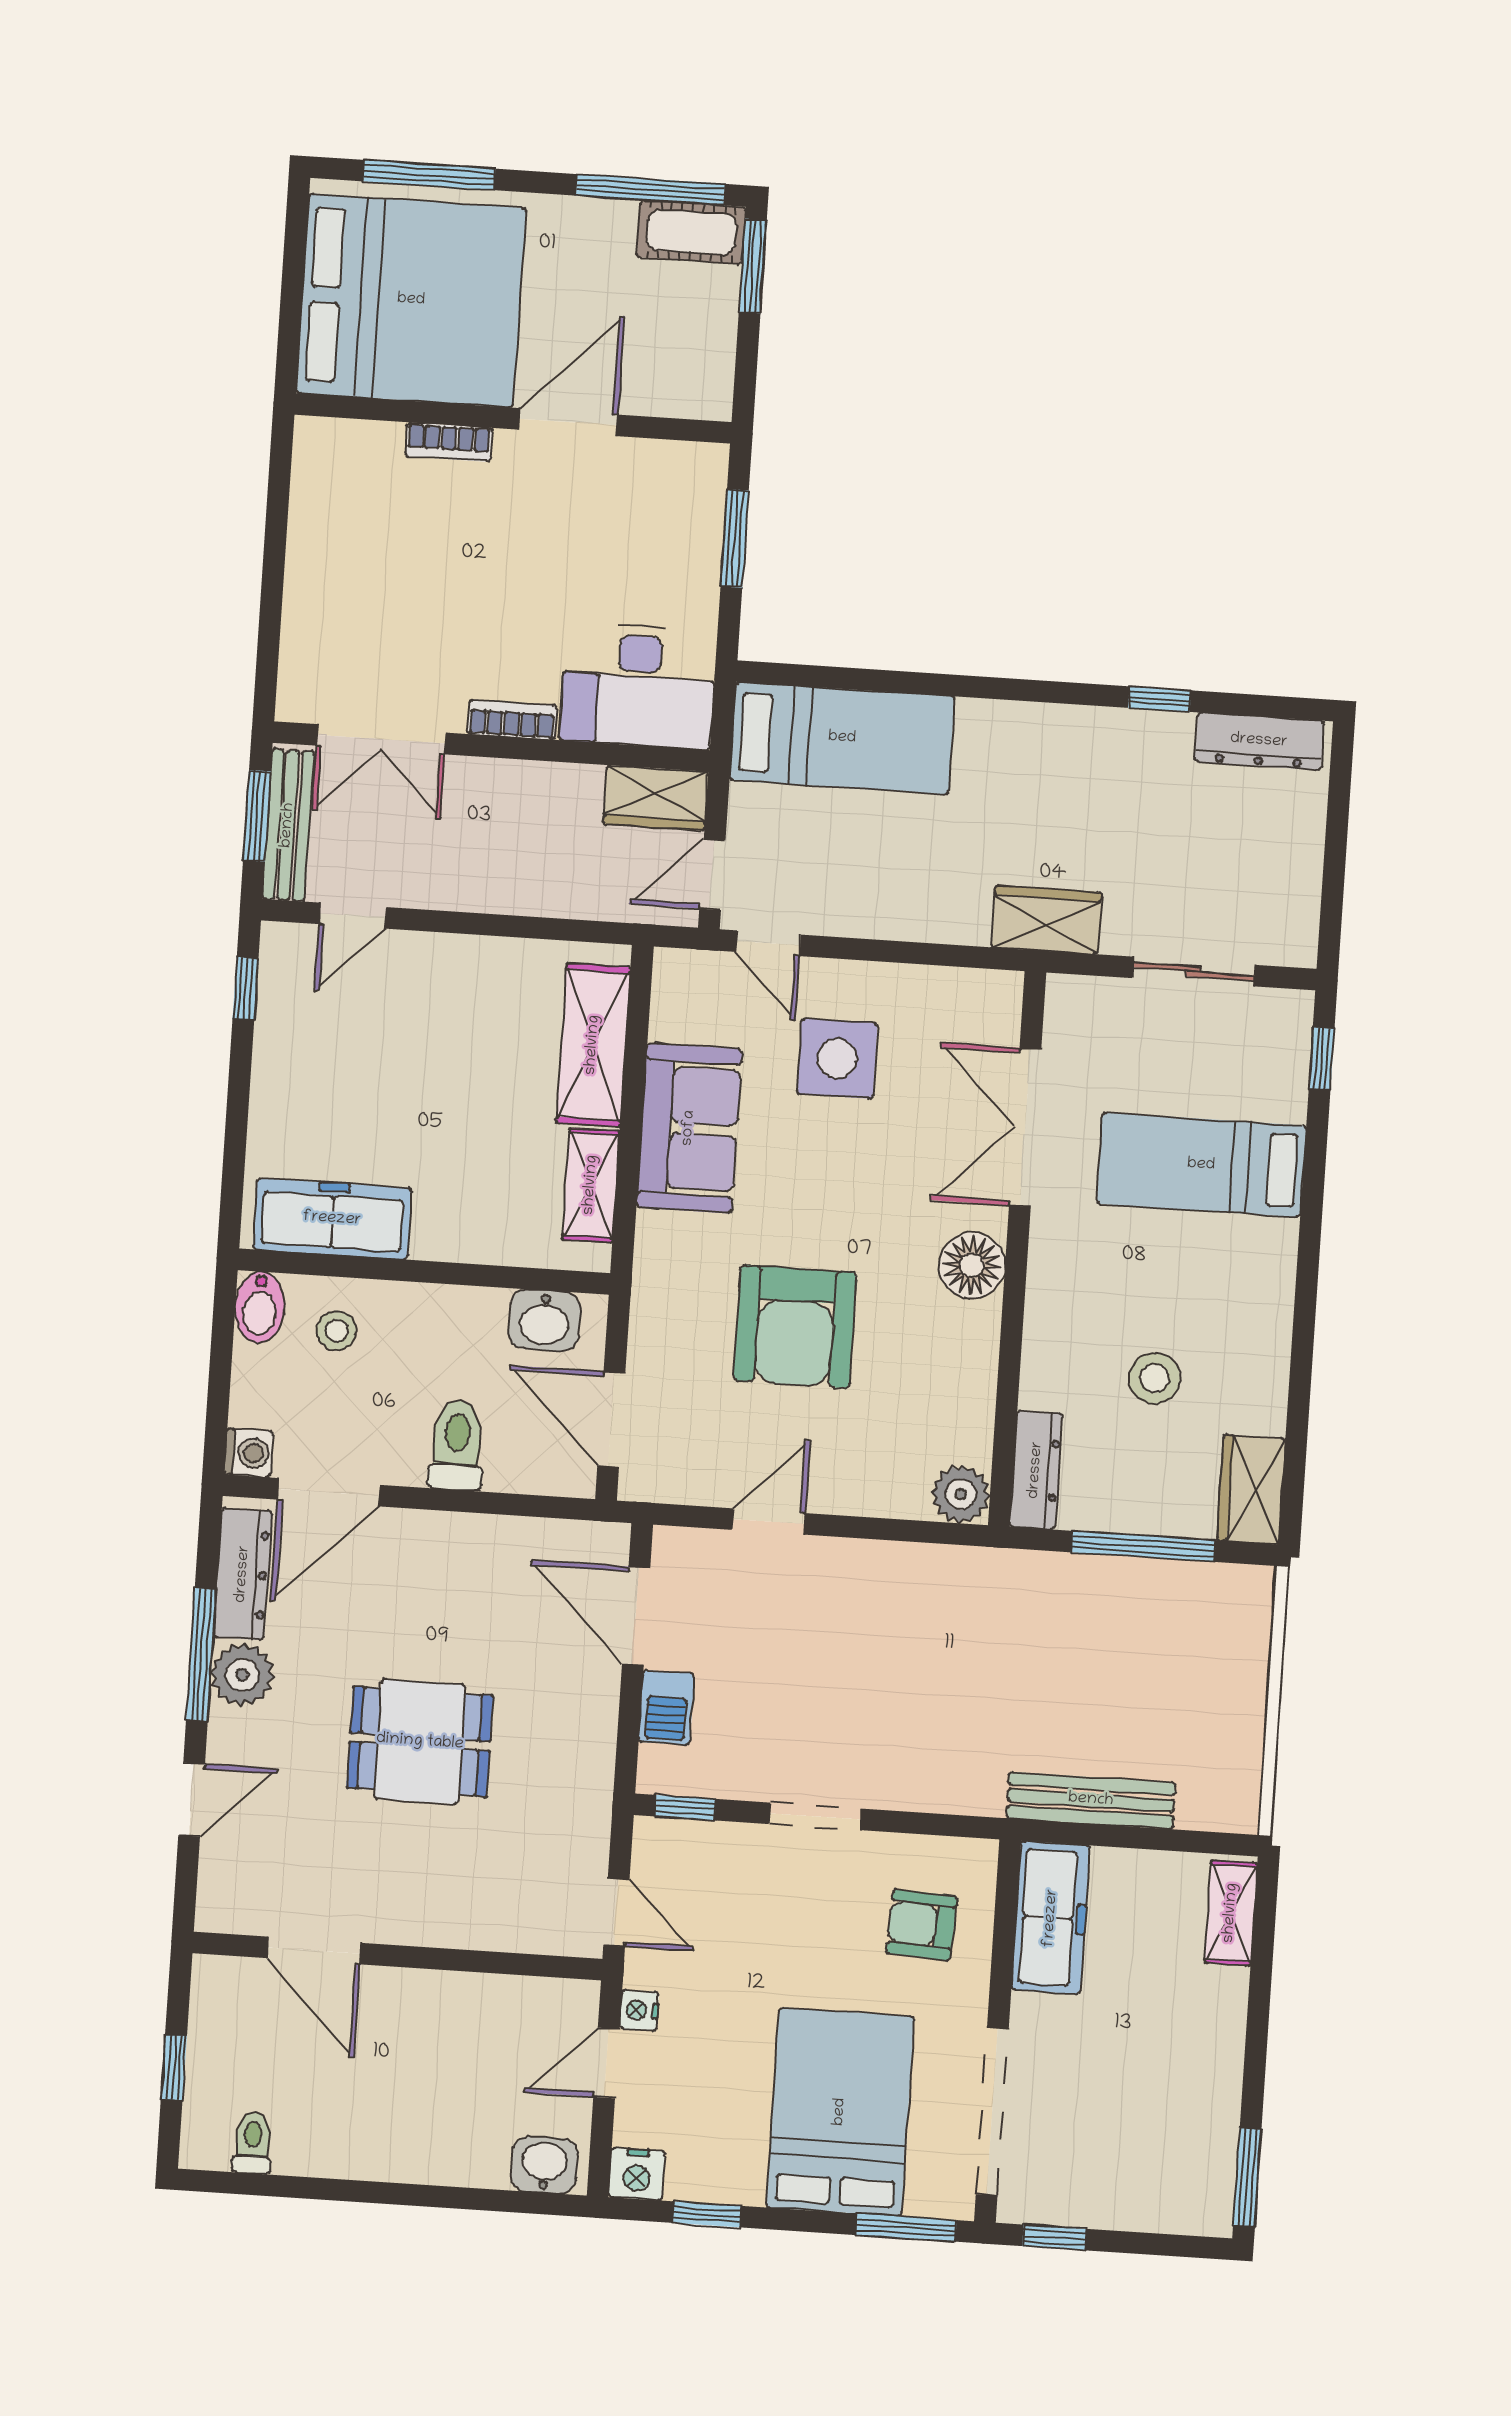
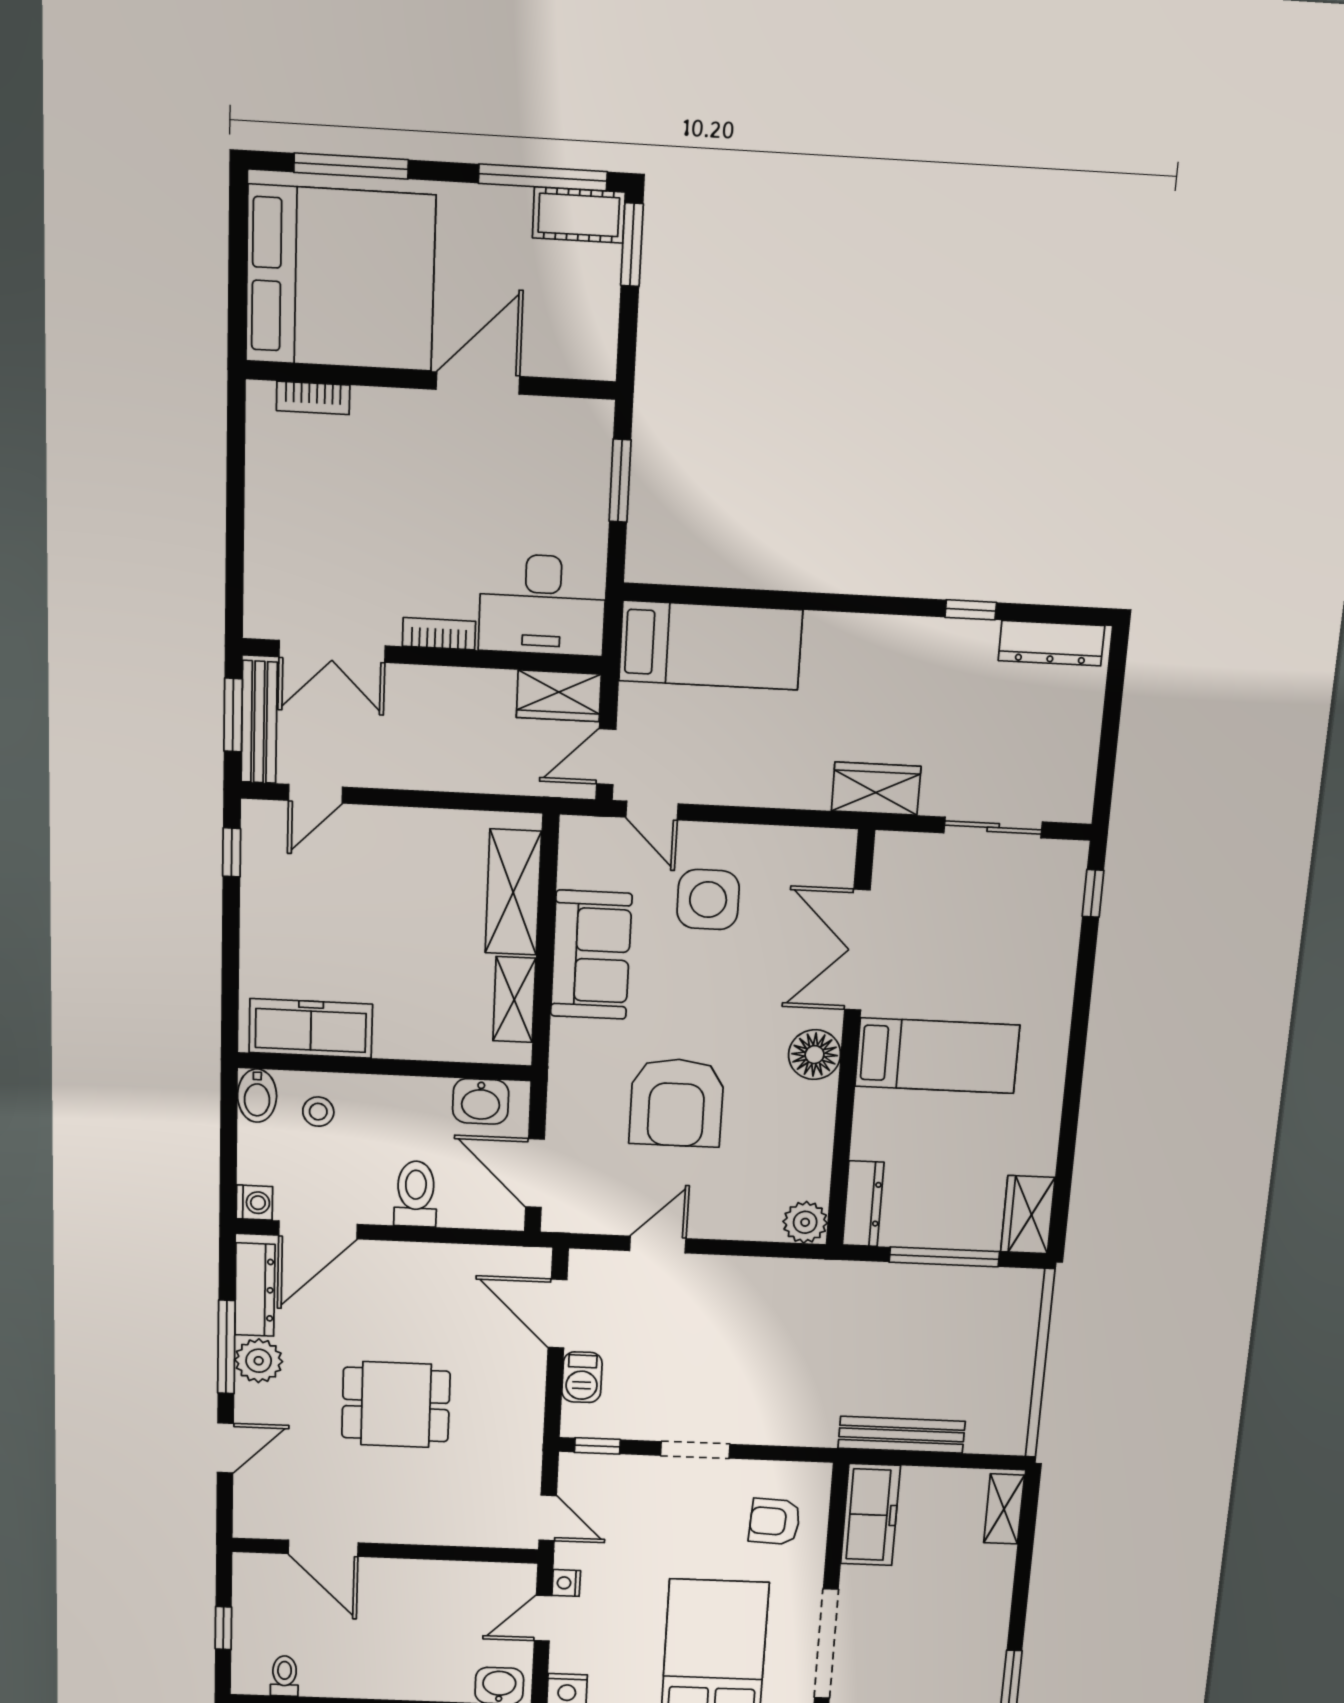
bookcase: (449, 442) -> (313, 398), moved
bed: (1201, 1165) -> (937, 1056), moved, turned 180
stool: (1154, 1378) -> (955, 1136), removed

